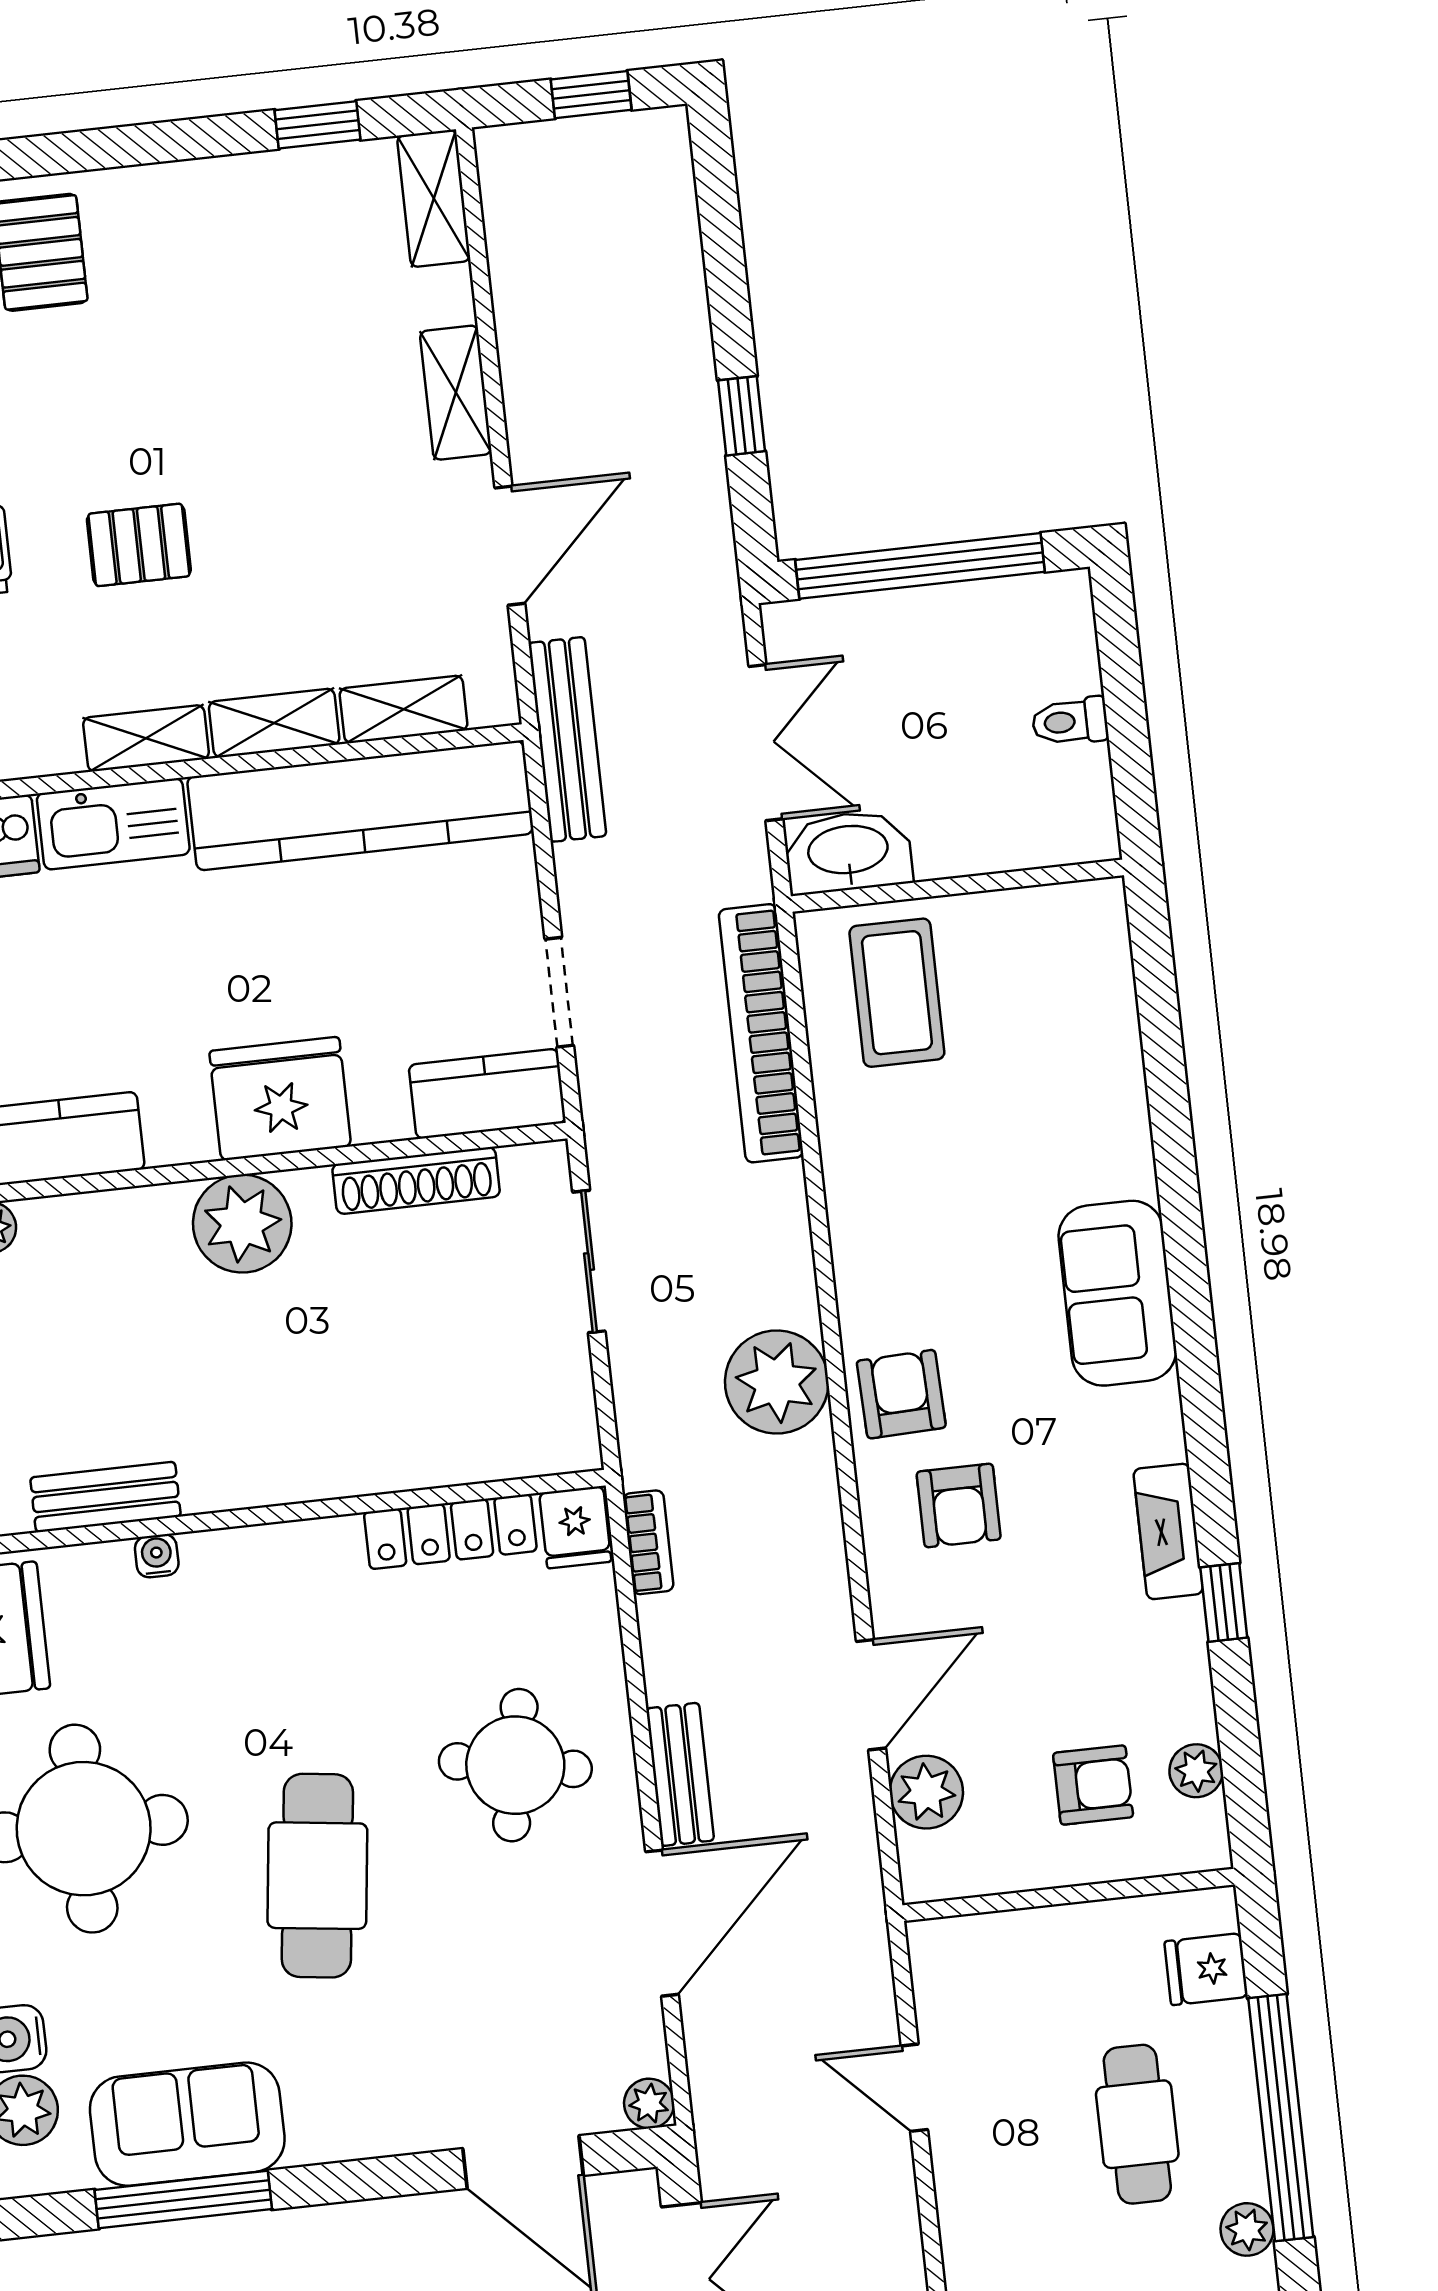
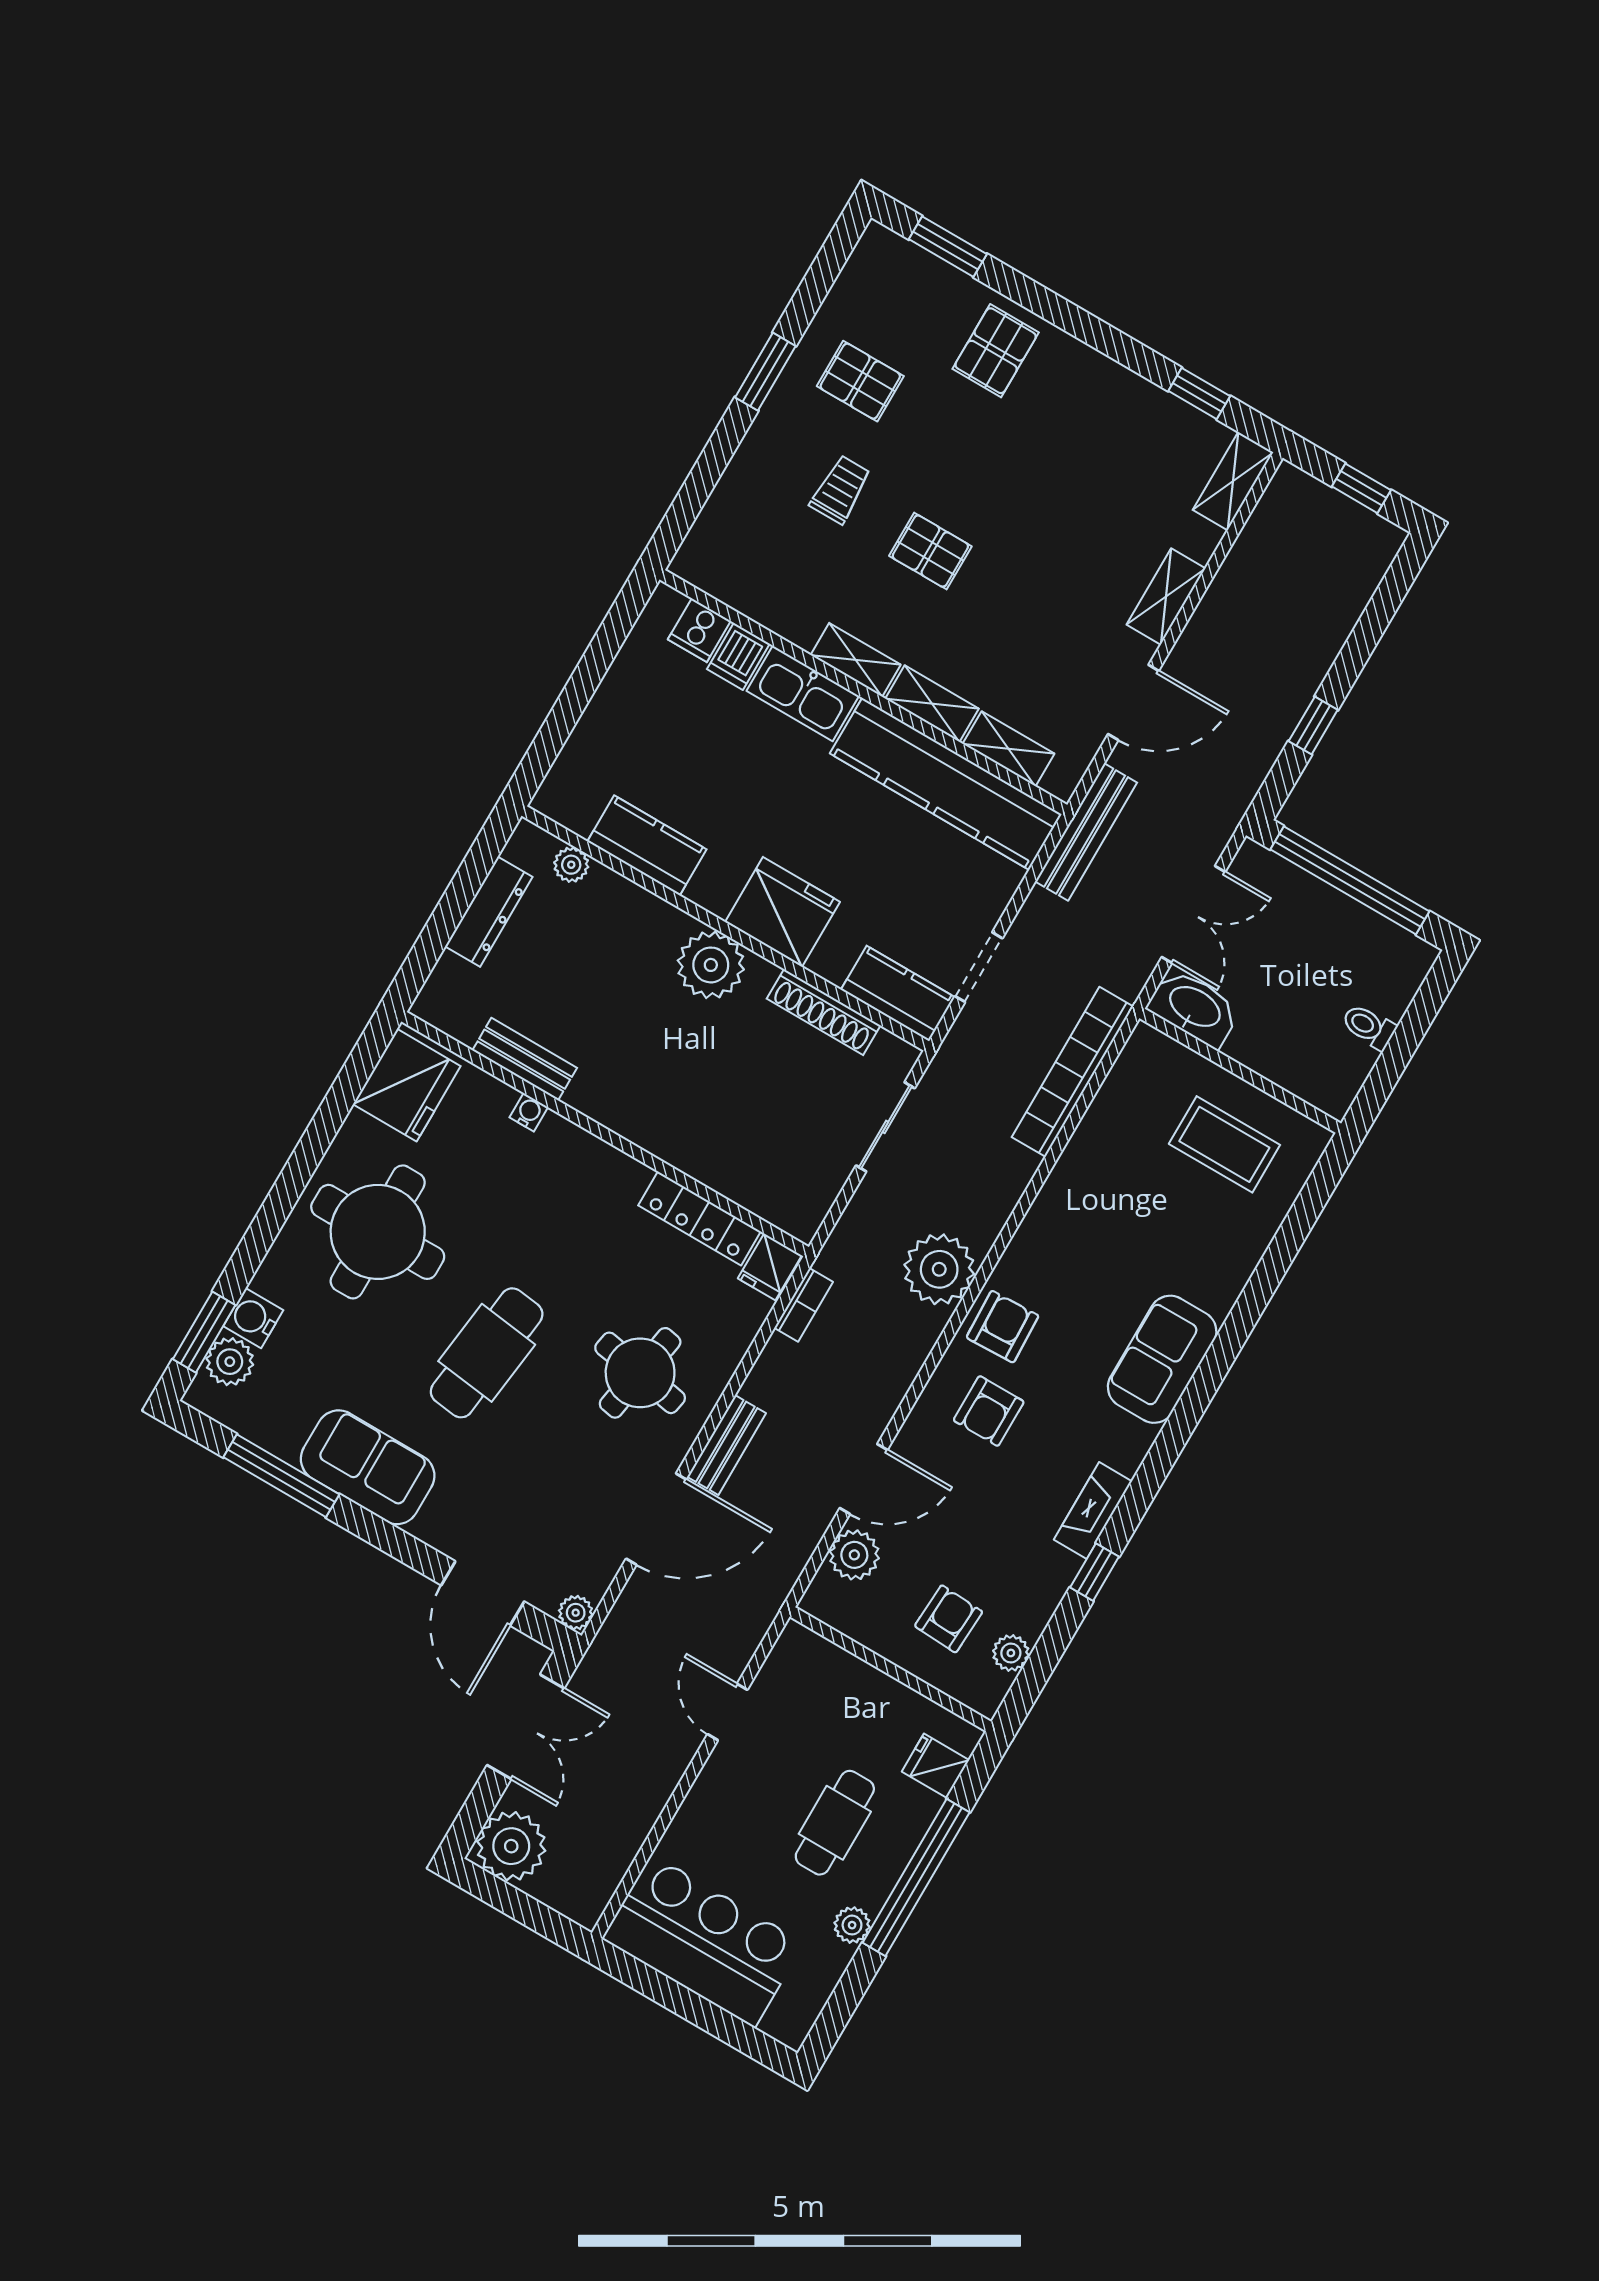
coffee table: (897, 993) -> (1224, 1144), moved, turned 90
armchair: (1093, 1785) -> (949, 1619), turned -87
sofa: (187, 2124) -> (368, 1467), moved

